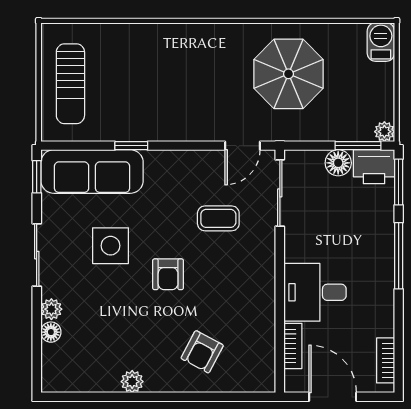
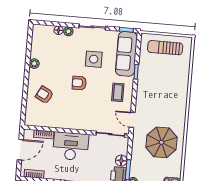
coffee table: (218, 218) -> (118, 92), moved
desk: (315, 292) -> (71, 146), width x1.37

